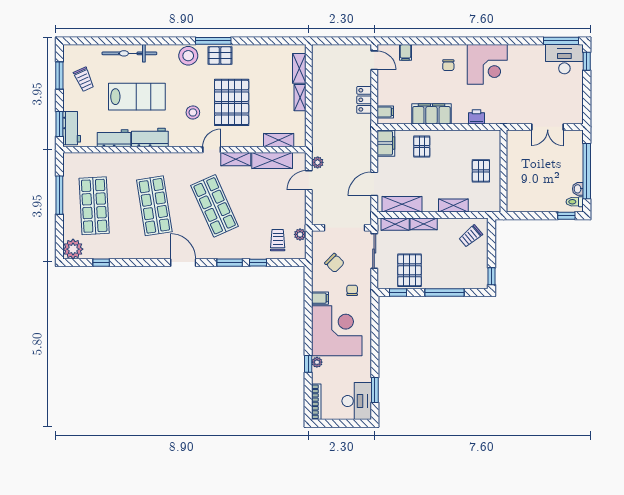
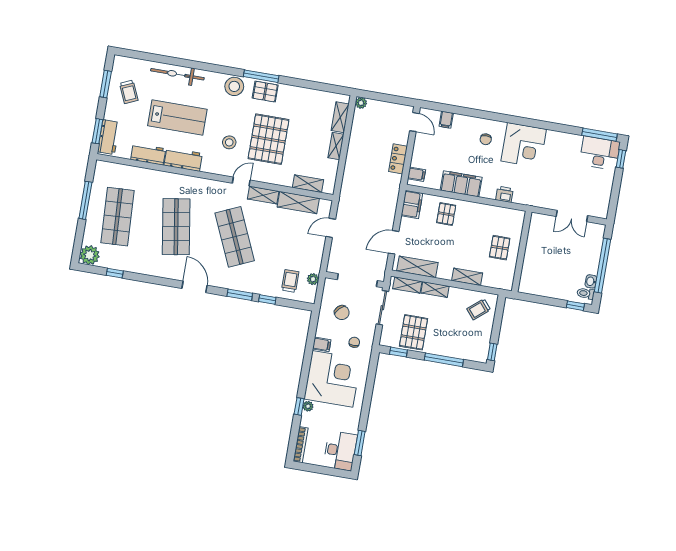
plant: (318, 162) -> (361, 103), moved

